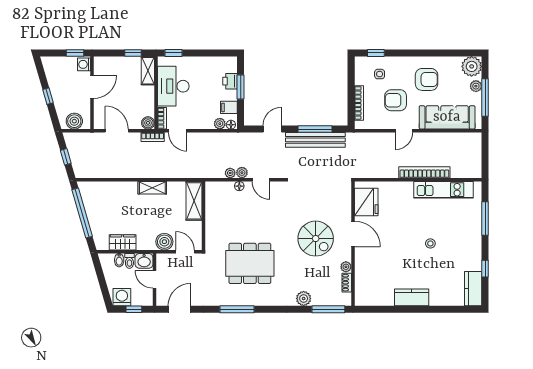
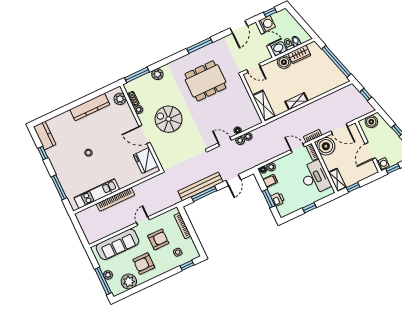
window: (173, 53) -> (309, 208), moved
plant: (472, 66) -> (129, 282), moved
window: (485, 98) -> (103, 281), moved
boiler: (148, 123) -> (326, 146), width x1.86, depth x1.86
boiler: (164, 242) -> (284, 62), moved
plant: (362, 290) -> (120, 99), added
washing machine: (122, 297) -> (267, 24), moved, turned -90
kitchen counter: (412, 297) -> (90, 107), width x1.50

